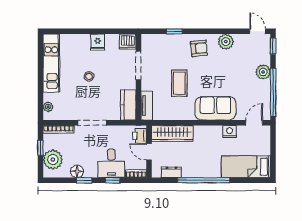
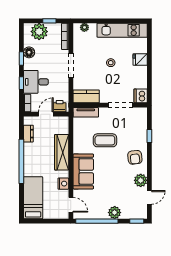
door: (258, 31) -> (149, 197), moved
fridge: (98, 42) -> (140, 59), moved
wardrobe: (172, 133) -> (62, 152), moved

